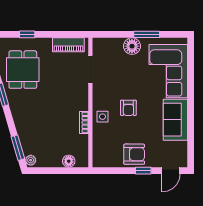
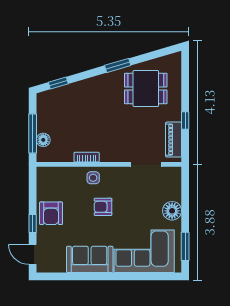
window: (27, 34) -> (185, 120), moved
window: (147, 34) -> (185, 246), moved
window: (18, 148) -> (58, 83), width x0.67
plant: (31, 160) -> (44, 97), removed
window: (63, 171) -> (33, 133), added

